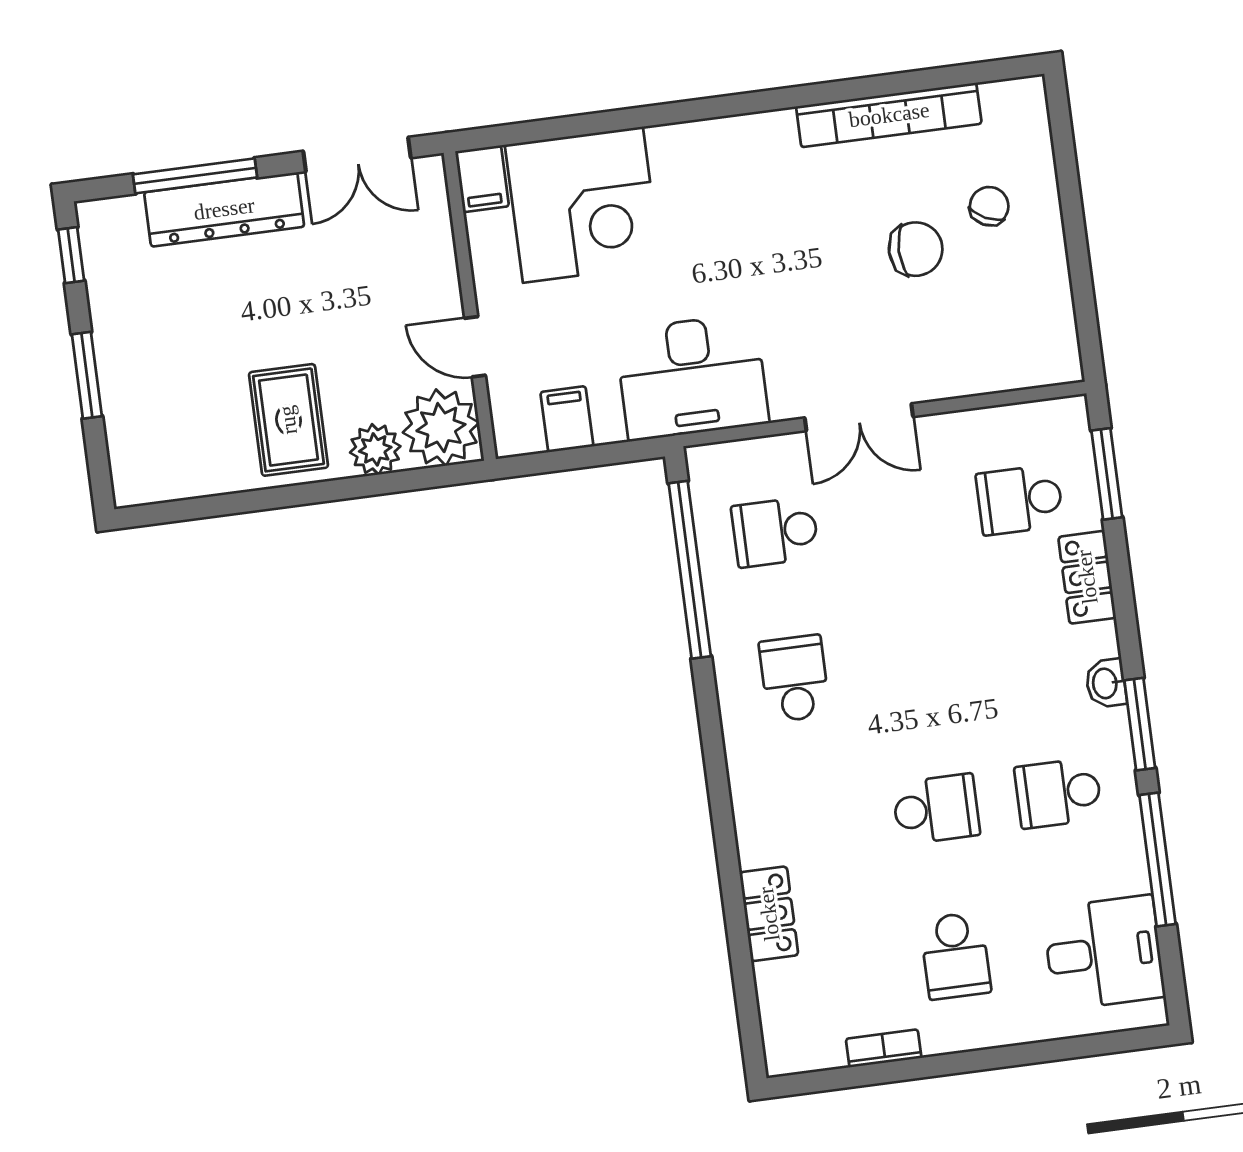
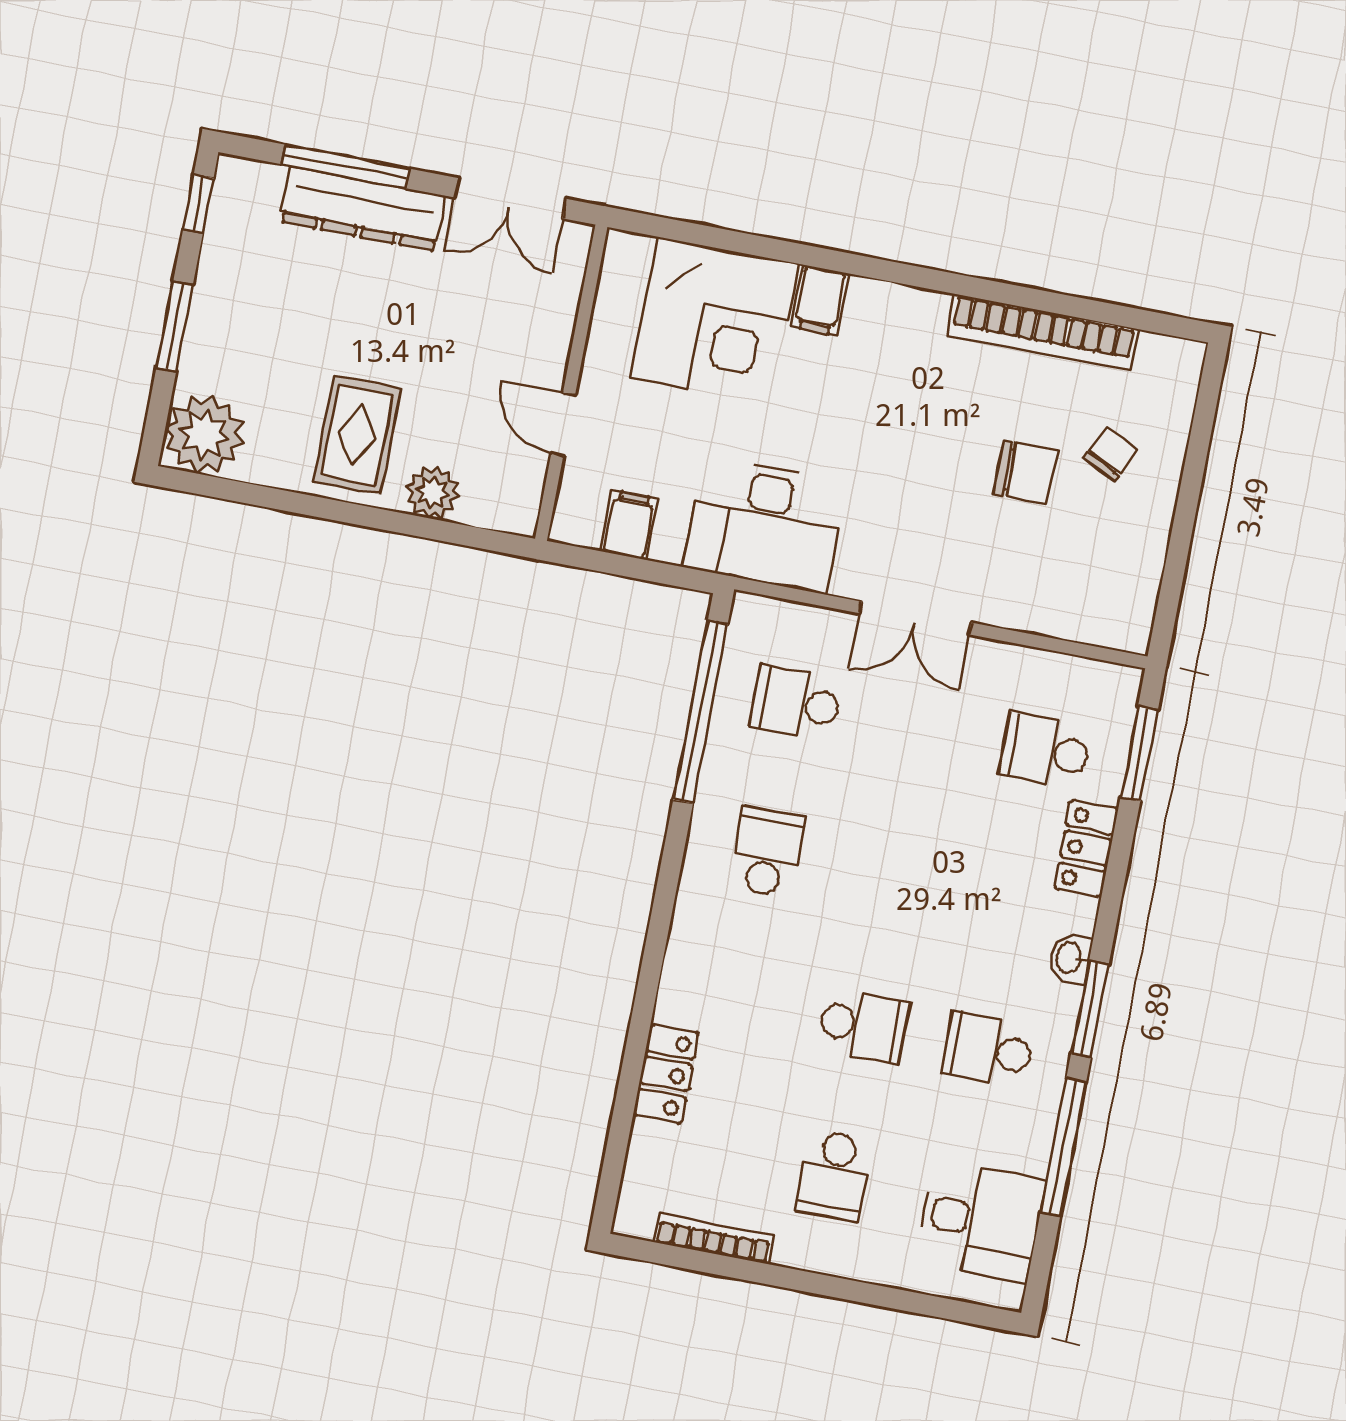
filing cabinet: (482, 179) -> (820, 300), moved
plant: (441, 428) -> (204, 435), moved
bookcase: (884, 1048) -> (714, 1239), width x1.56

